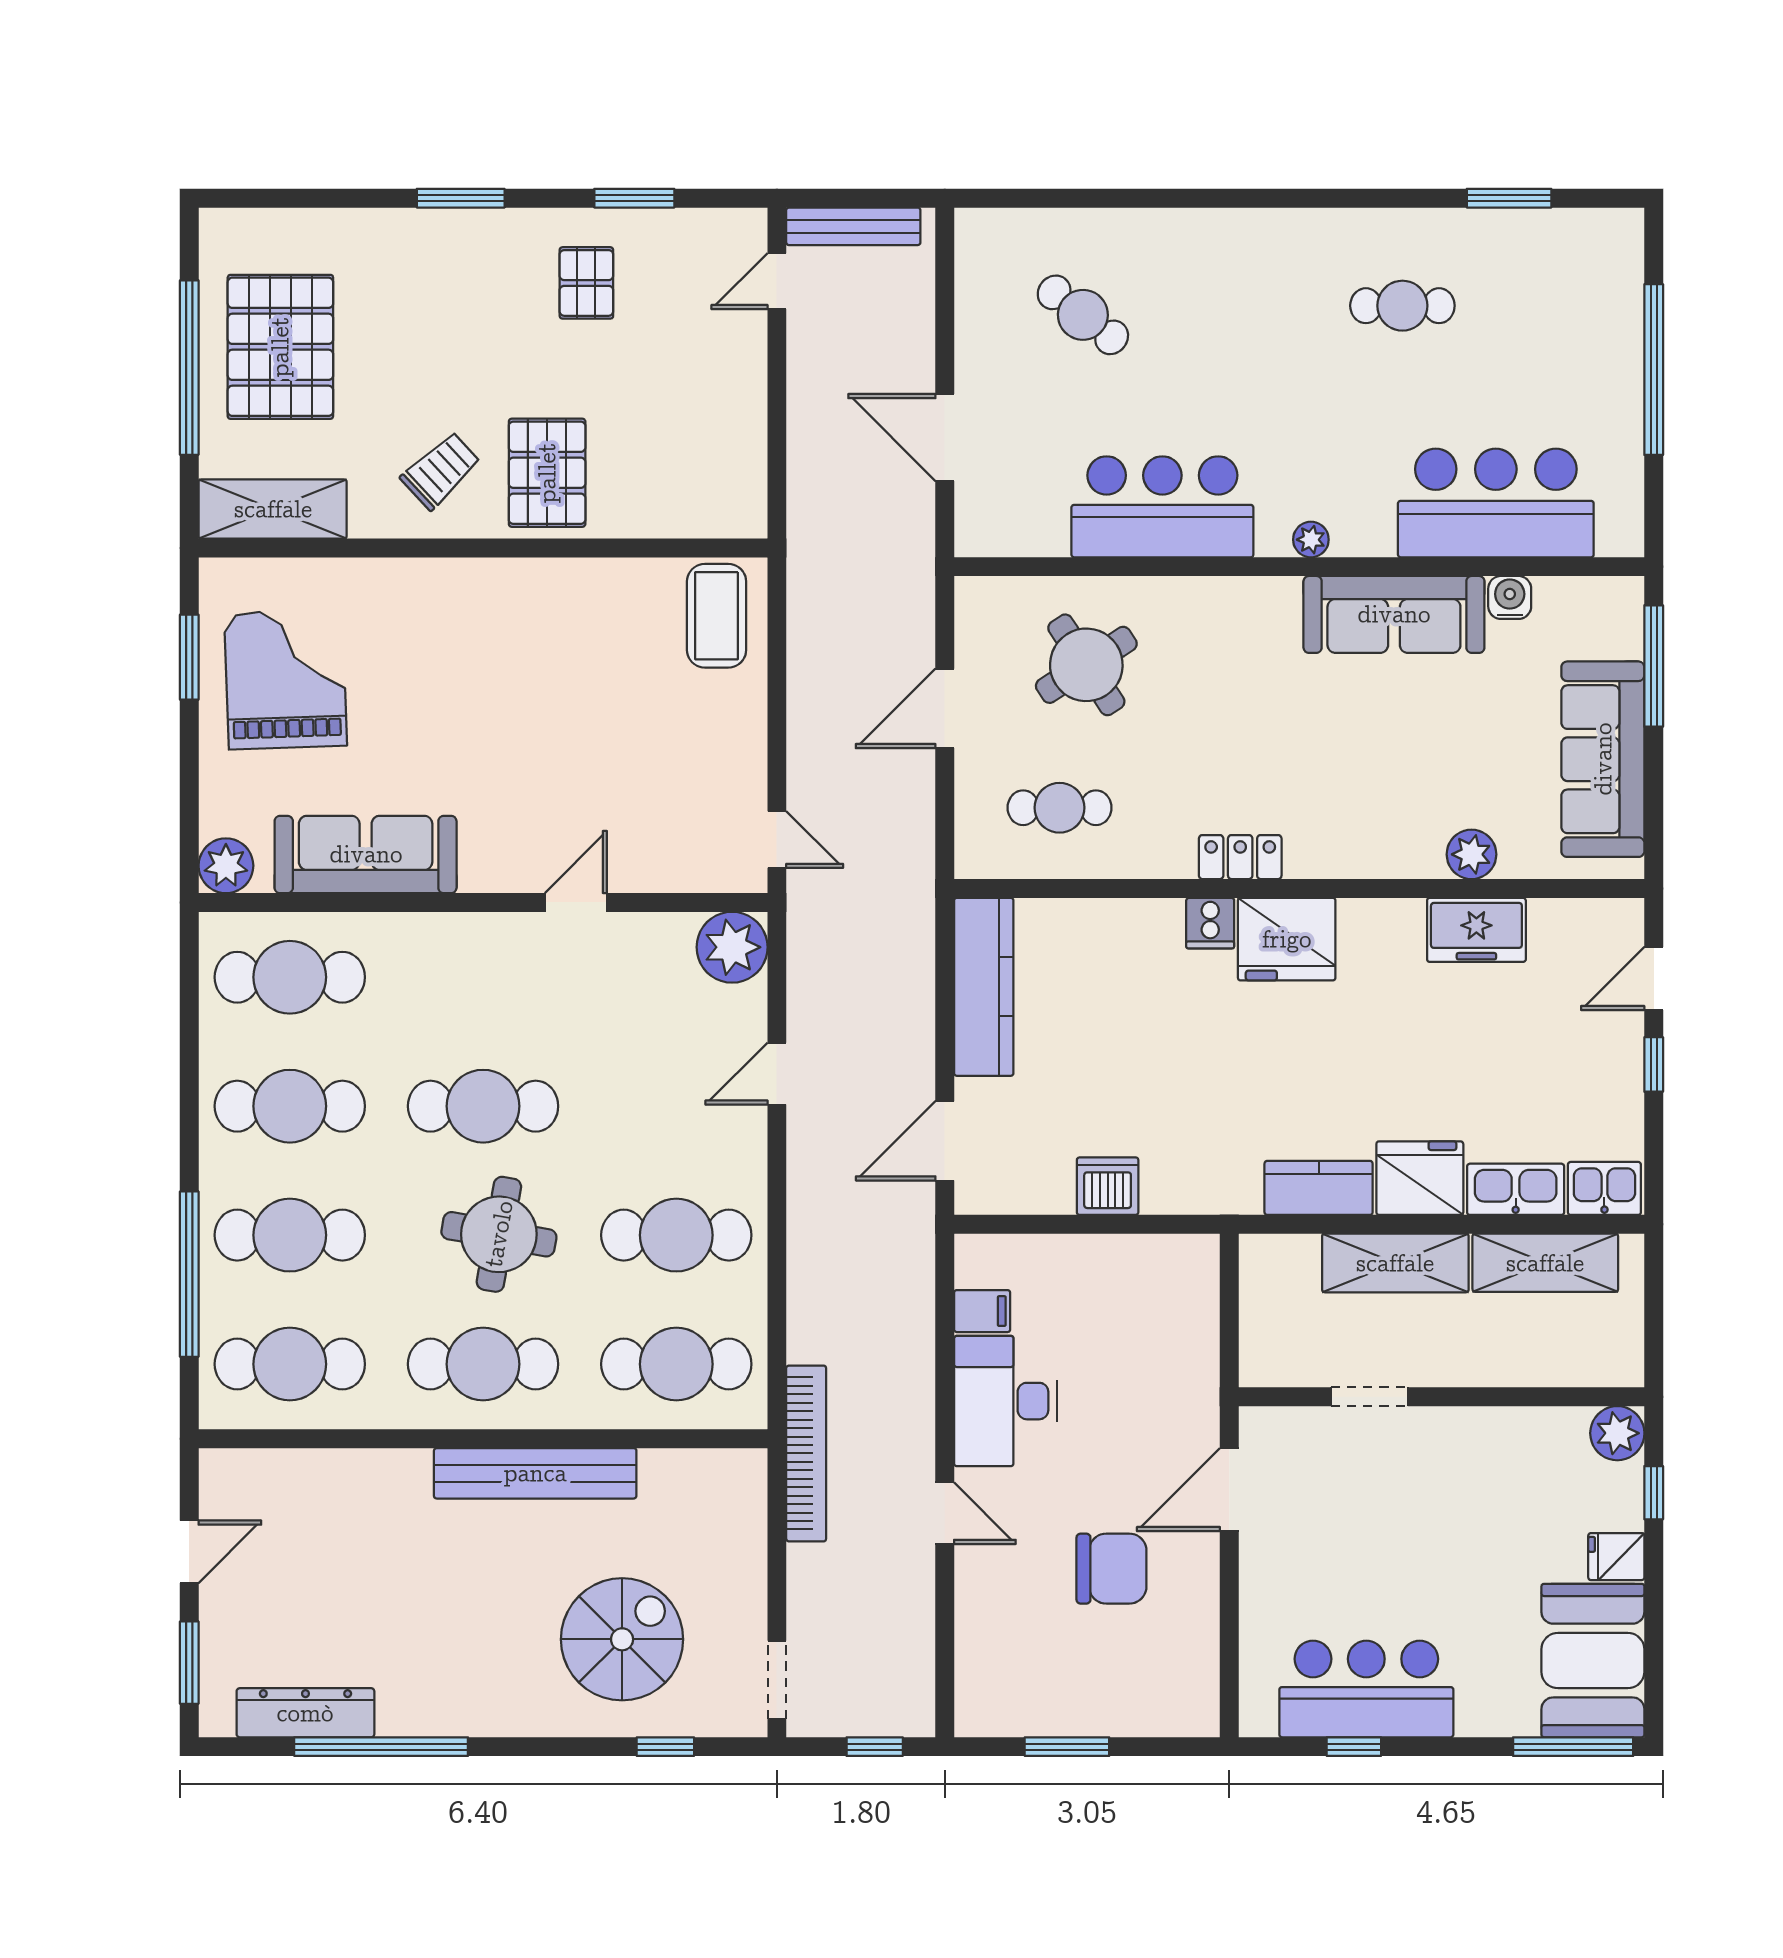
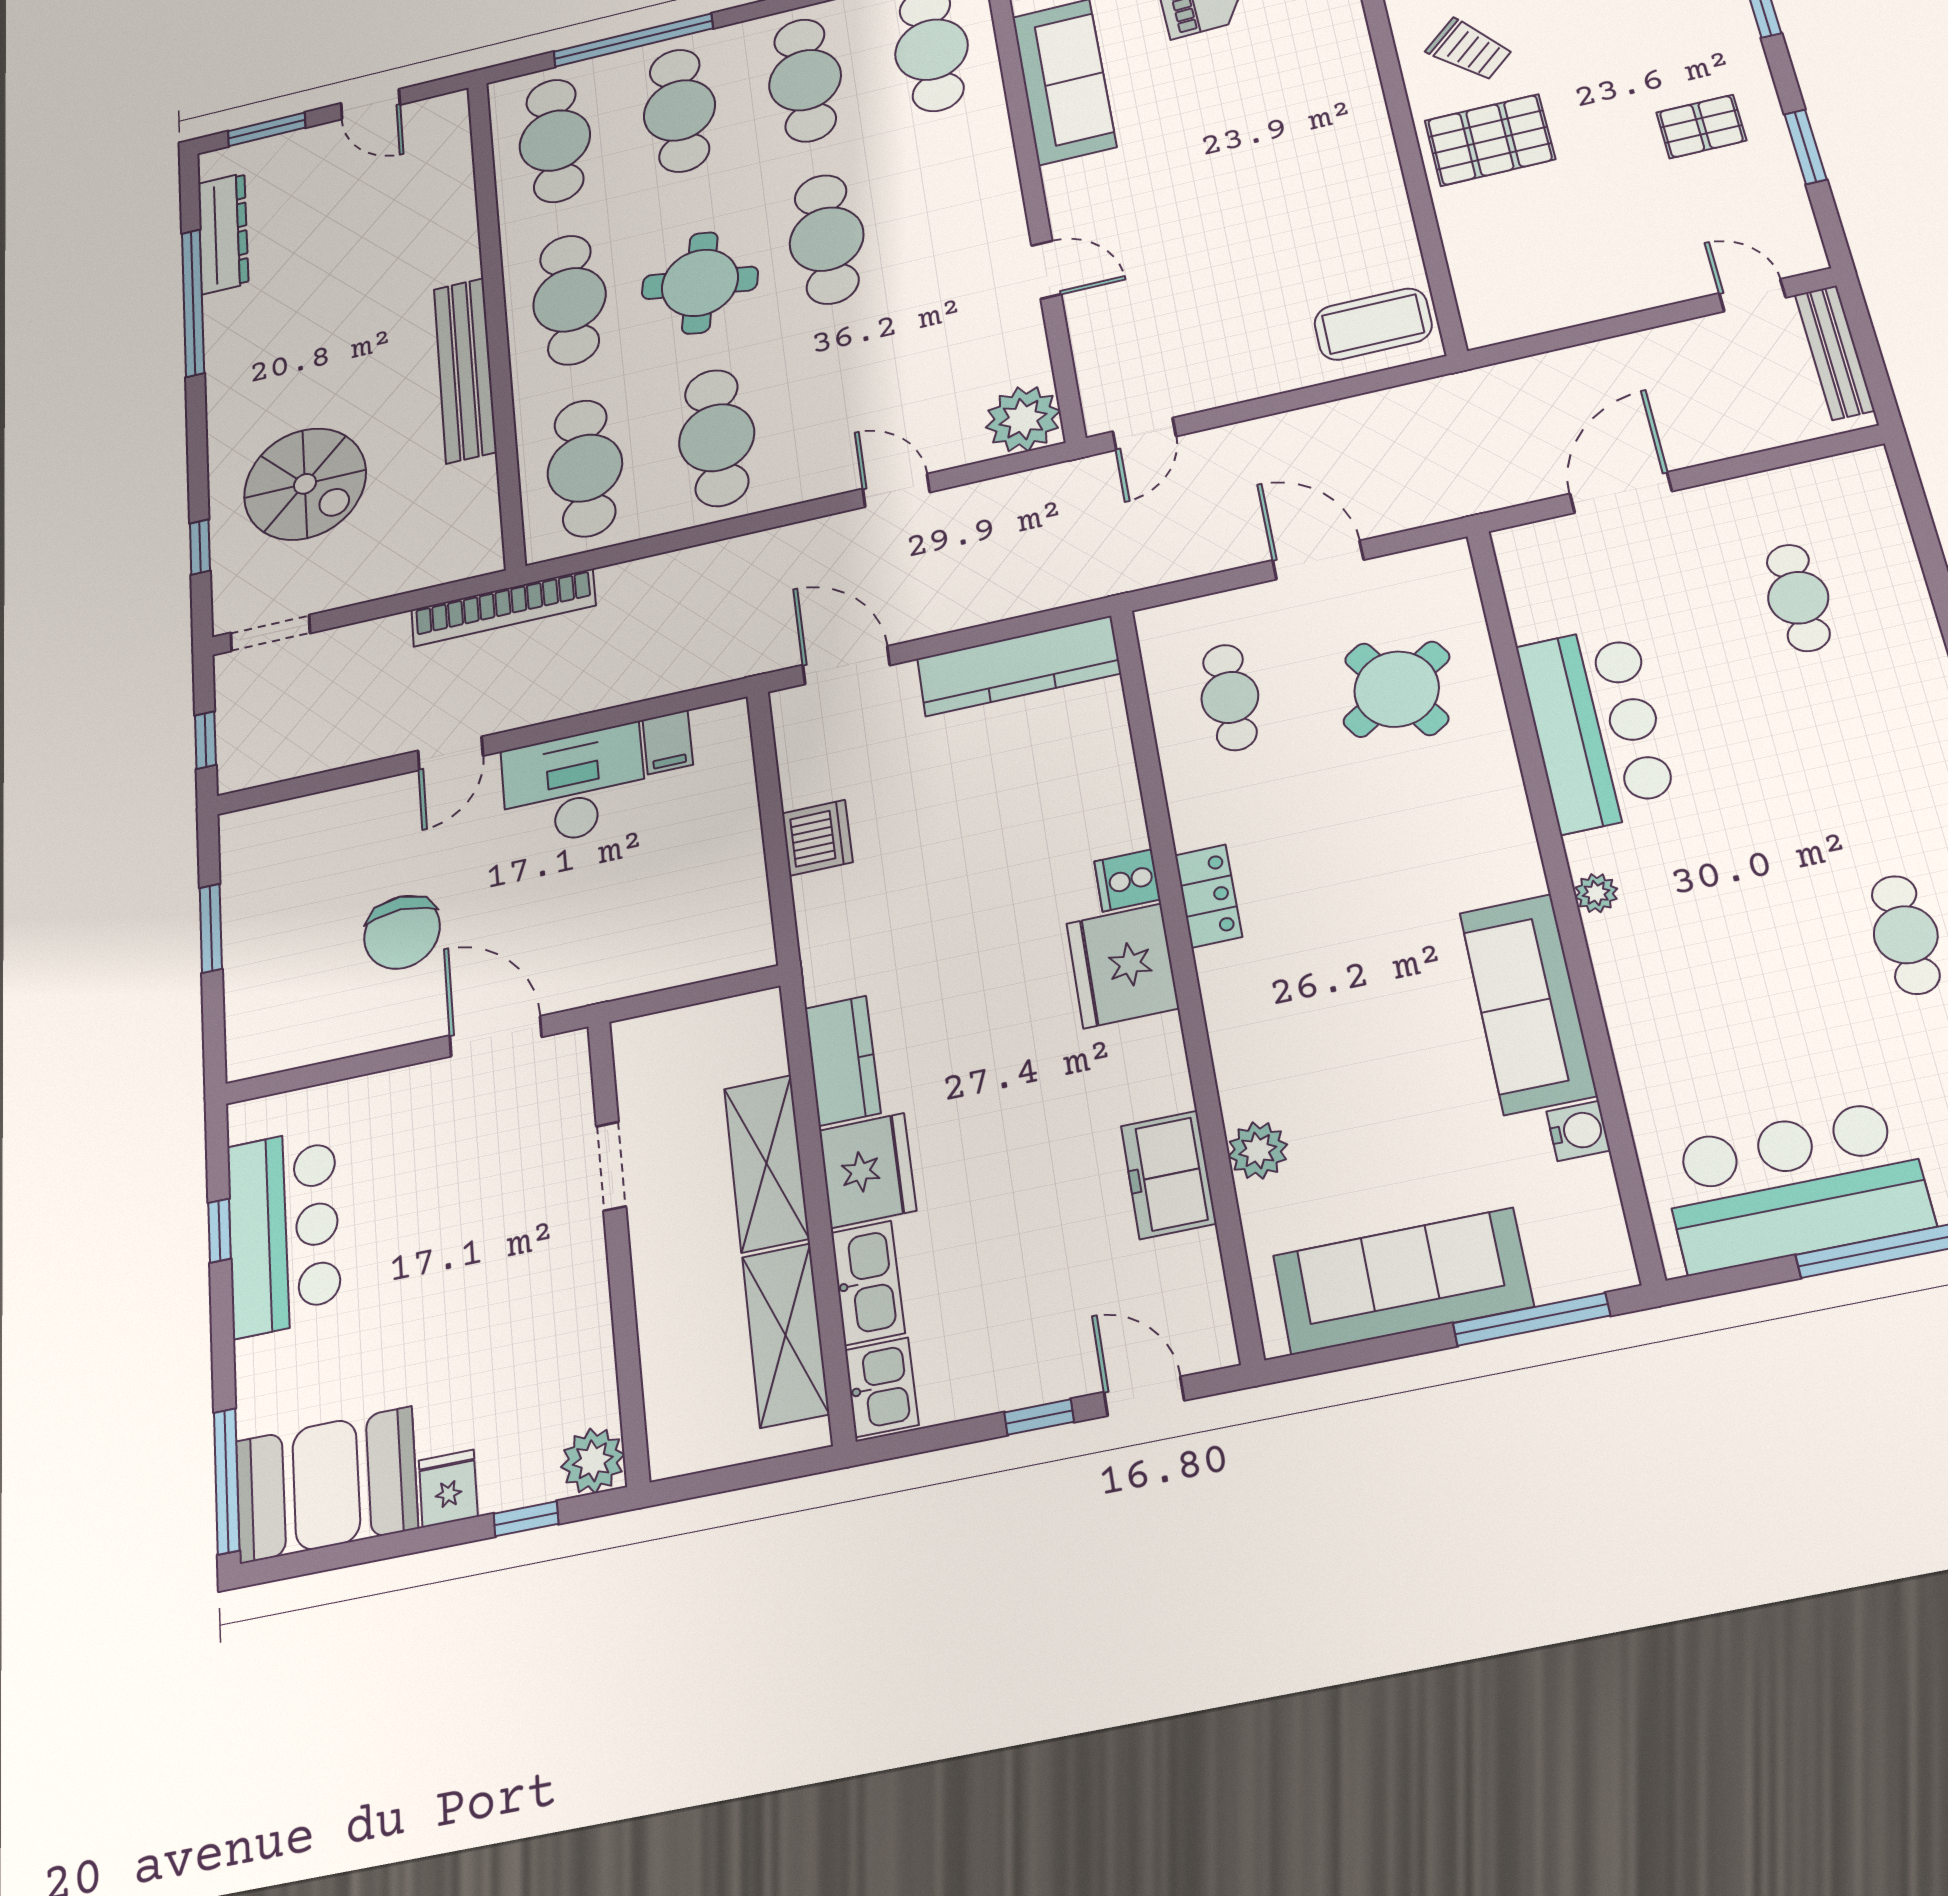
cafe table: (1083, 315) -> (1798, 598), turned -38
bar counter: (1496, 503) -> (1795, 1186), moved, turned -90

